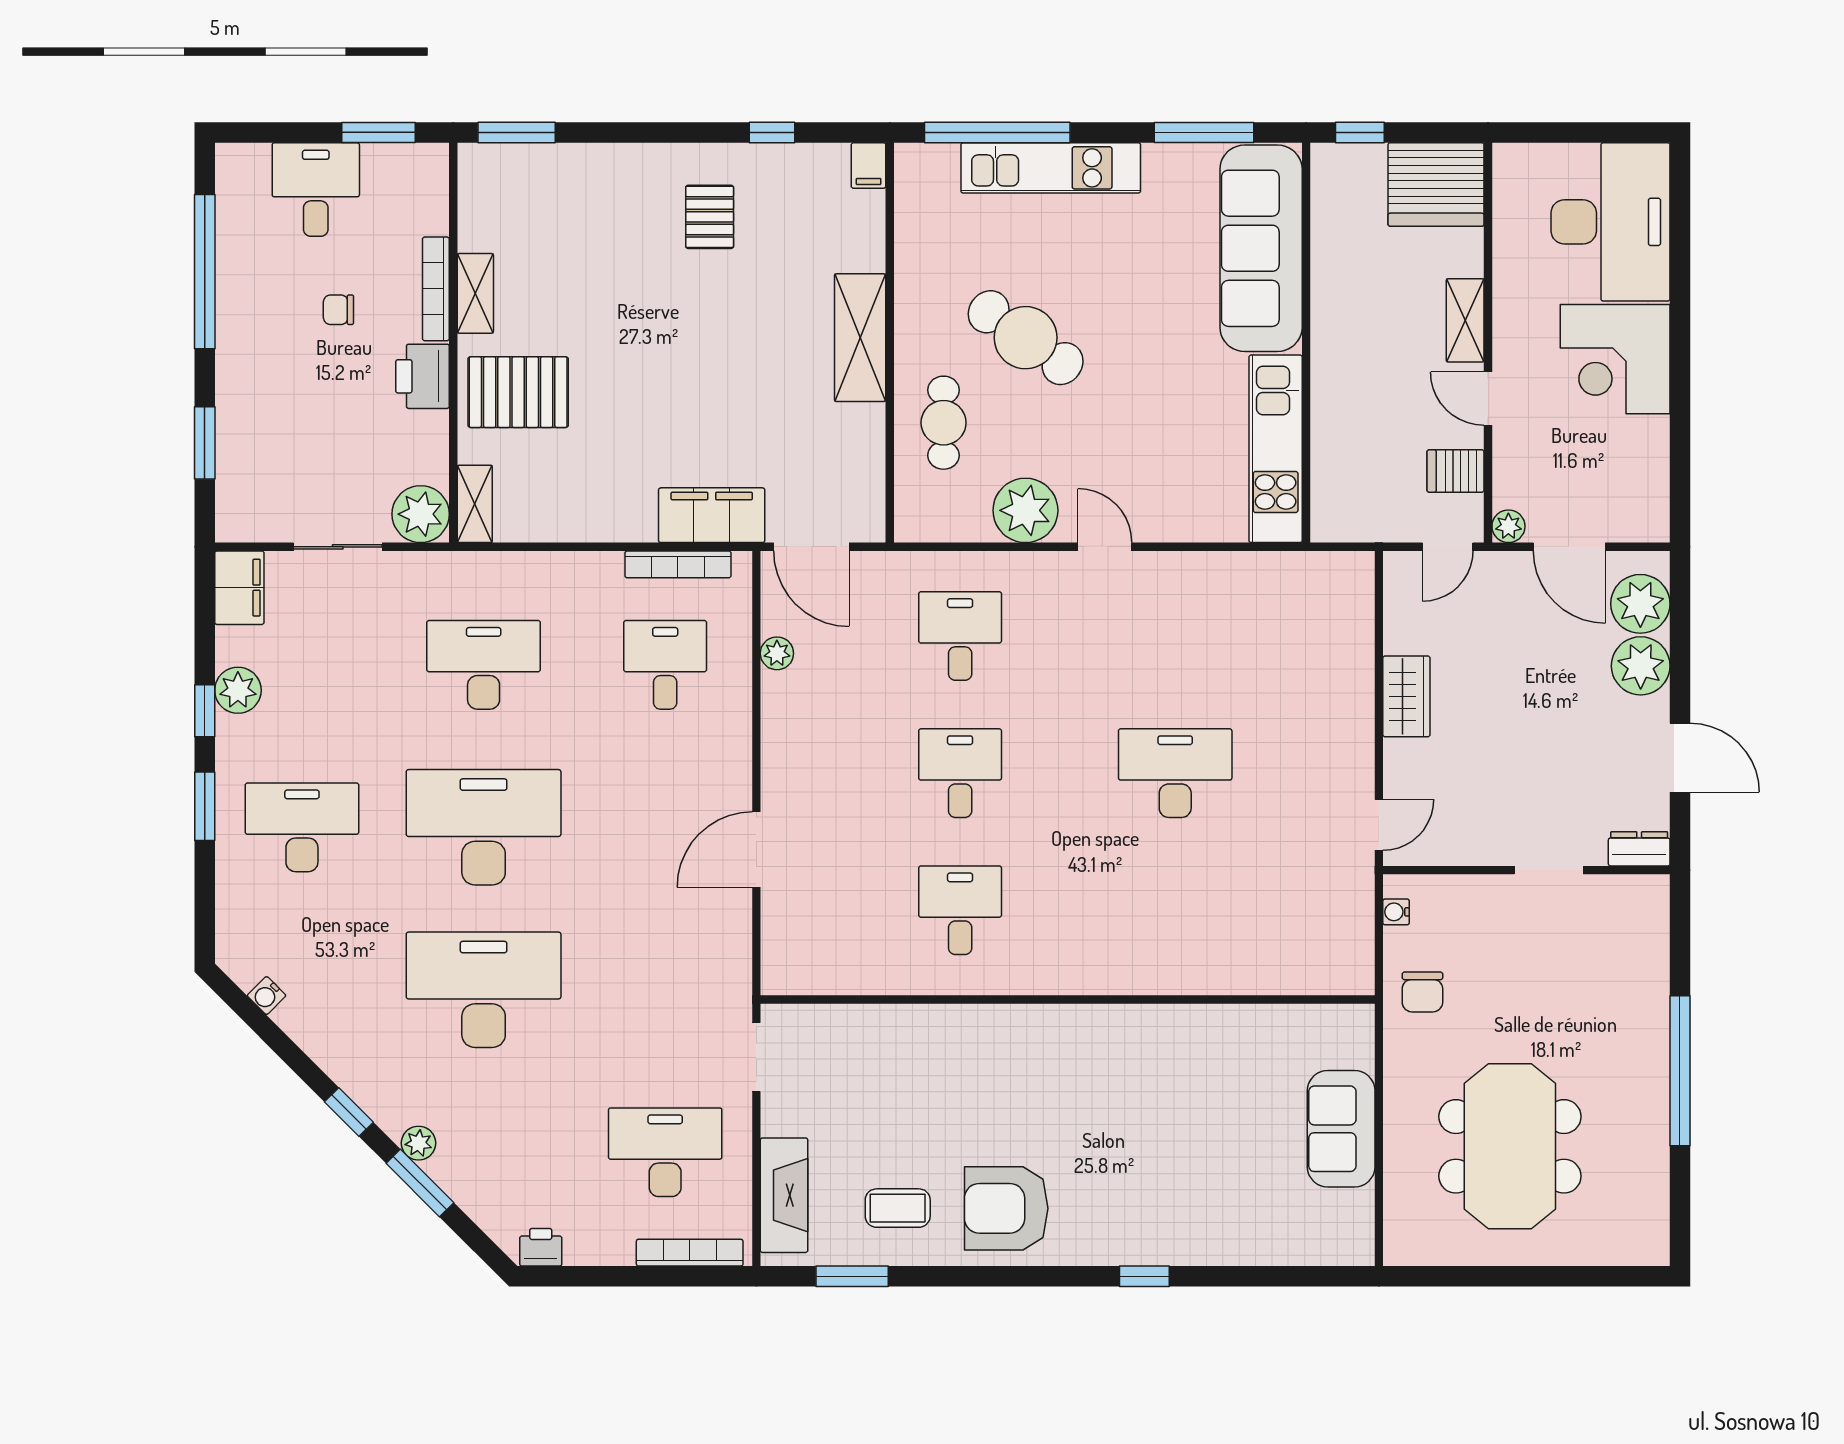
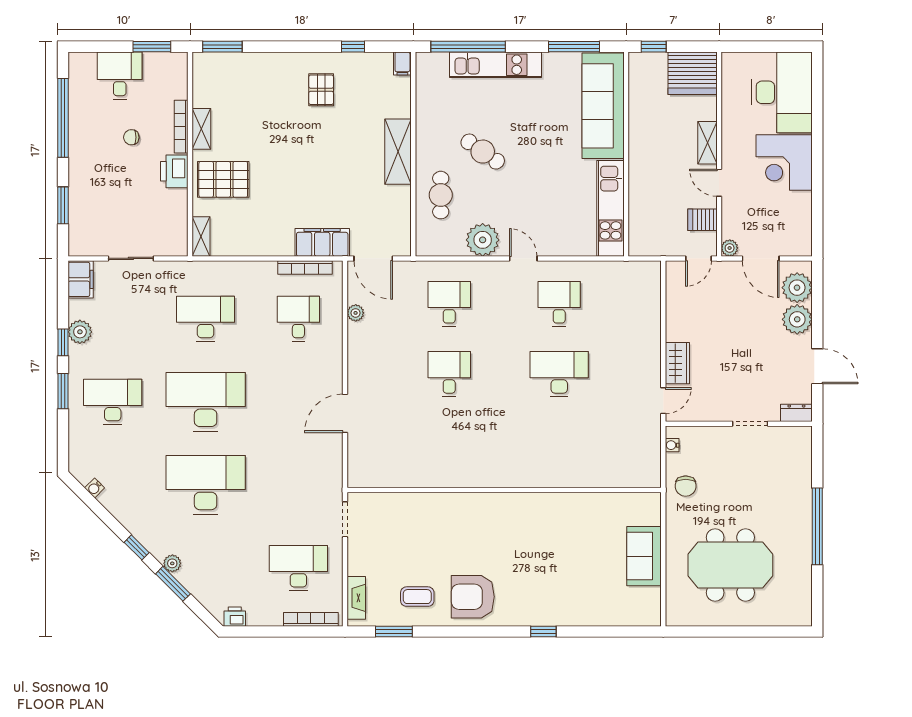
cafe table: (1026, 338) -> (483, 152), width x0.73, depth x0.74
plant: (421, 514) -> (173, 242), removed
wardrobe: (1406, 696) -> (677, 363), moved
desk: (960, 910) -> (559, 304), moved
meeting table: (1510, 1146) -> (730, 565), turned 90
fireplace: (784, 1195) -> (356, 598), width x0.73, depth x0.76

